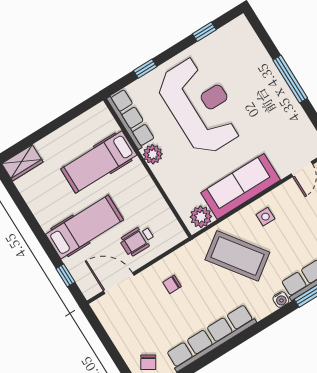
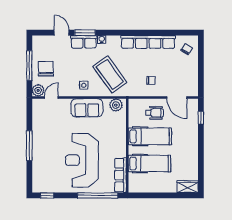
window: (204, 32) -> (47, 195), moved
window: (145, 69) -> (98, 195), width x3.17
plant: (153, 154) -> (120, 151), removed
sofa: (241, 186) -> (87, 108), width x0.73
hospital bed: (85, 227) -> (150, 136), moved, turned 180

